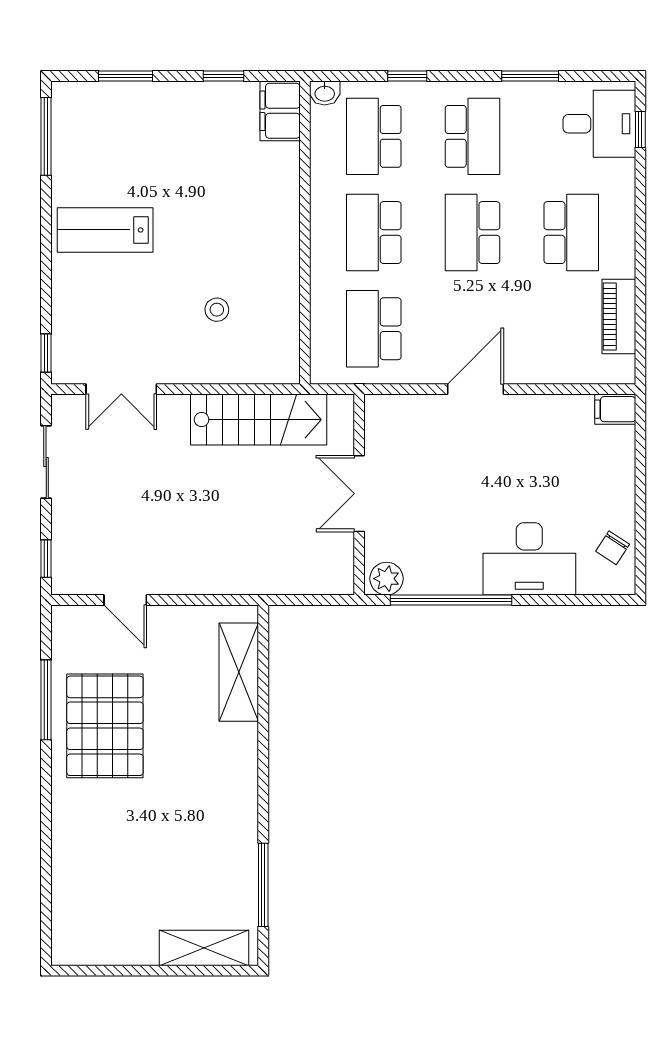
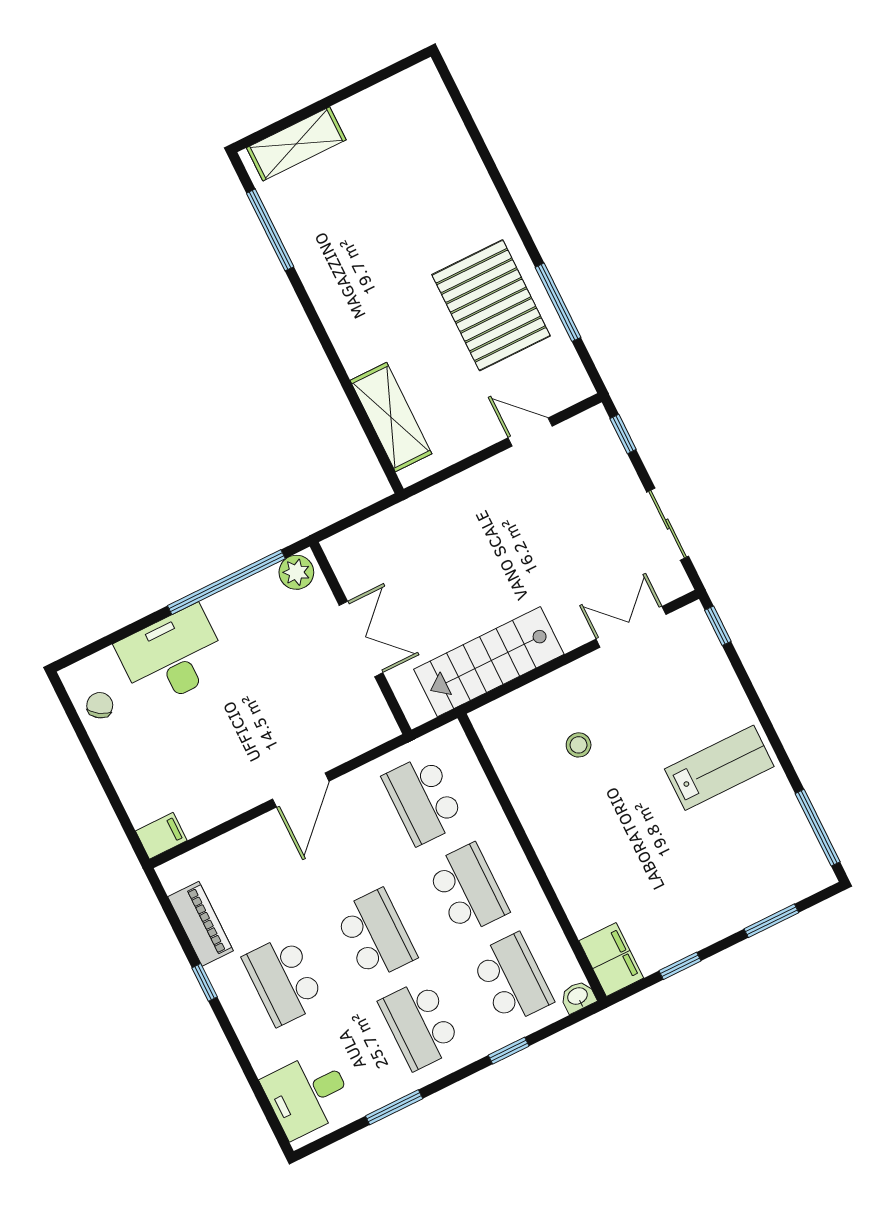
window: (640, 130) -> (205, 982), moved
school desk: (374, 329) -> (423, 799), turned 180

